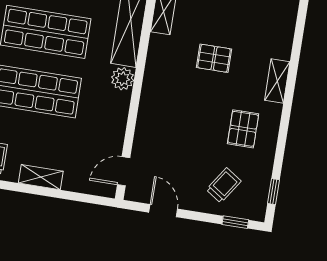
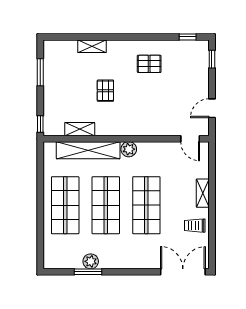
shelving: (277, 81) -> (92, 46), moved
trolley: (224, 185) -> (189, 71), removed

